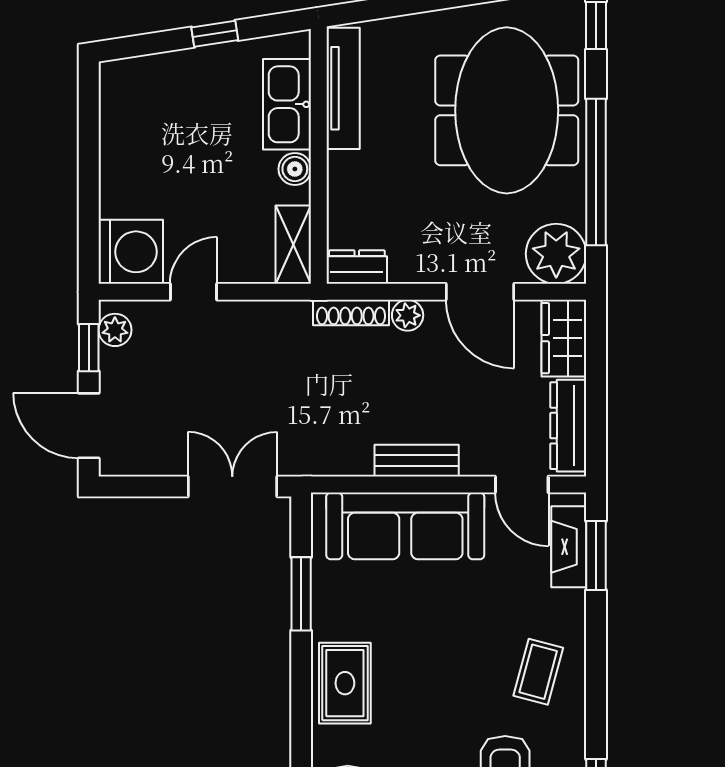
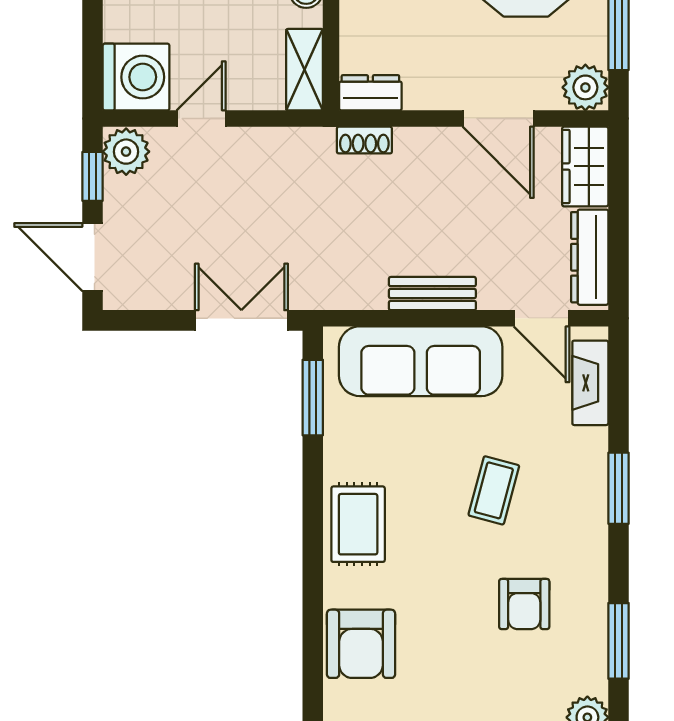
plant: (556, 254) -> (585, 87), width x0.73, depth x0.73
shoe rack: (351, 313) -> (364, 140), width x0.70
plant: (408, 315) -> (423, 143), removed
plant: (115, 330) -> (126, 152), width x1.38, depth x1.38
window: (596, 555) -> (618, 488), moved
window: (301, 594) -> (313, 398), moved
coffee table: (538, 672) -> (494, 490), moved

